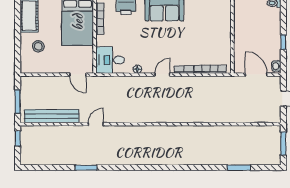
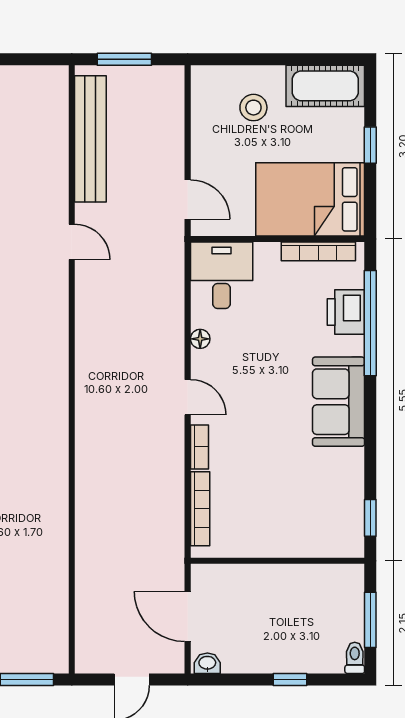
window: (283, 42) -> (290, 680), moved
door: (78, 75) -> (188, 199), swing flipped
door: (256, 75) -> (188, 616), swing flipped
window: (18, 138) -> (38, 59), removed

